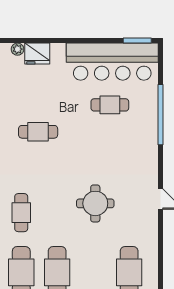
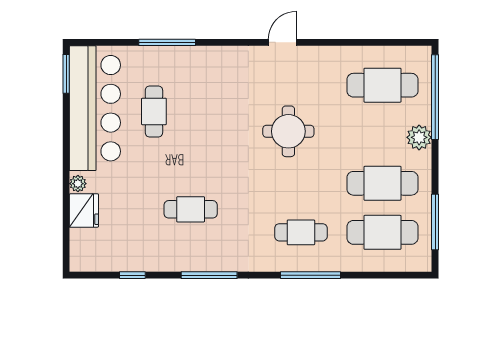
plant: (18, 49) -> (78, 184), moved
window: (160, 115) -> (167, 42), width x0.68
cafe table: (38, 132) -> (191, 209), turned 90

